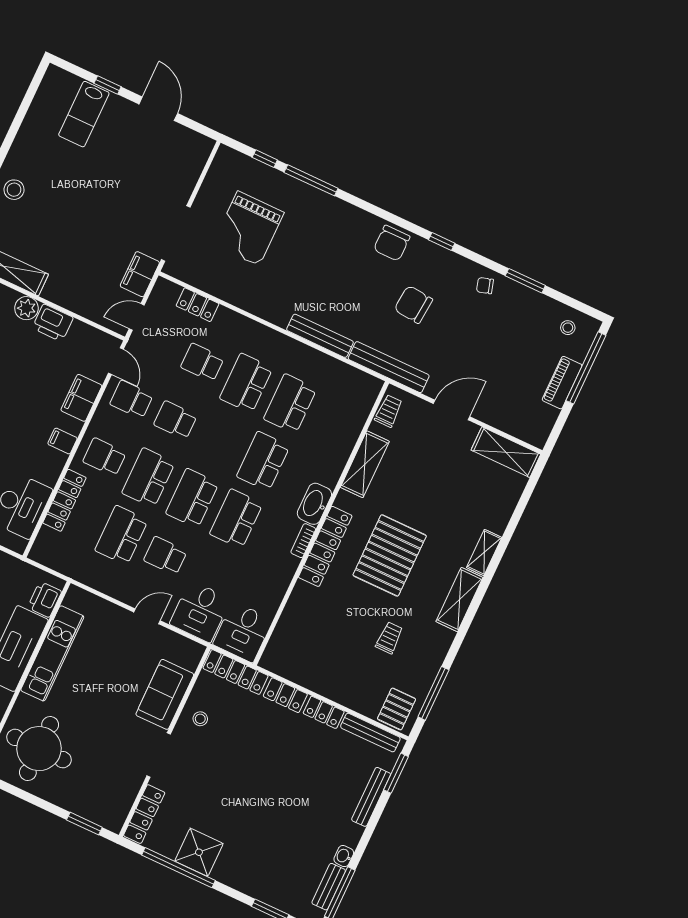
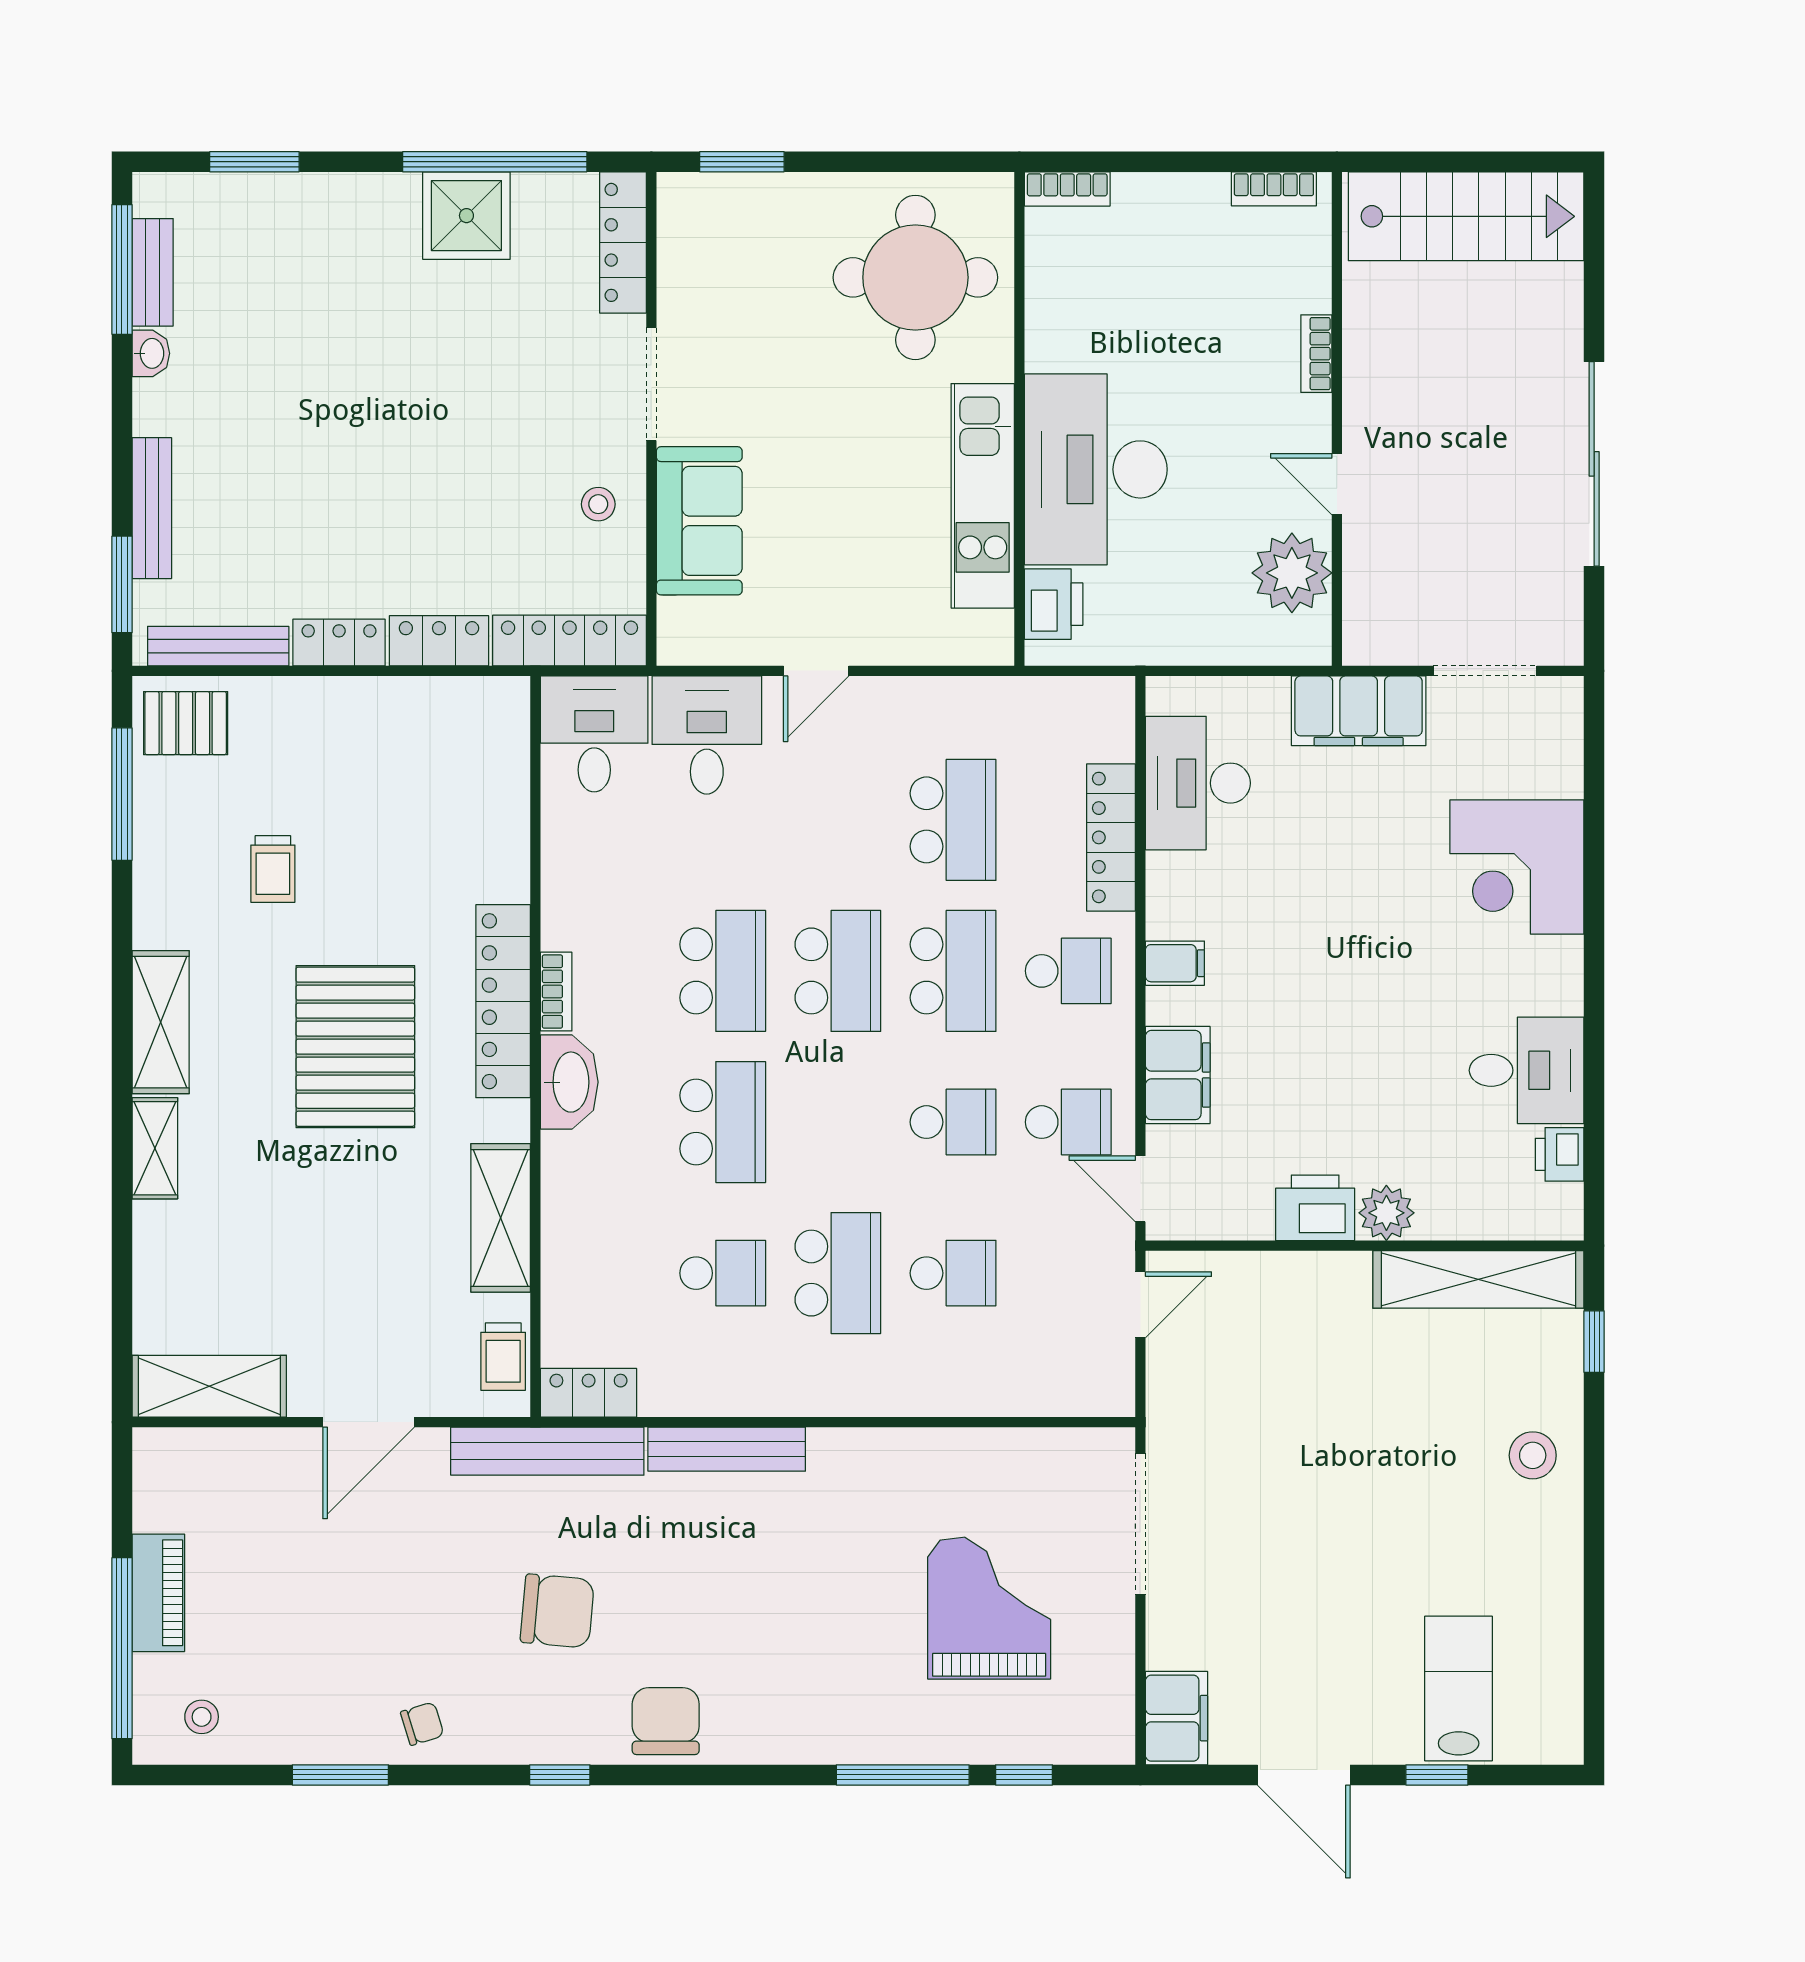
filing cabinet: (140, 274) -> (1177, 1718), moved
locker: (197, 305) -> (589, 1393), moved
school desk: (290, 404) -> (723, 1273), width x0.54
school desk: (165, 556) -> (838, 820), removed
pallet: (397, 709) -> (186, 723), turned 90

